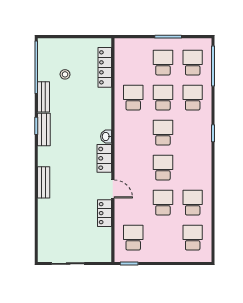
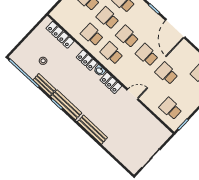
bench: (44, 130) -> (66, 105), width x1.36
door: (213, 171) -> (175, 29), added
bench: (44, 182) -> (92, 130), width x1.36
school desk: (193, 203) -> (112, 53), moved
locker: (105, 213) -> (87, 60), moved

